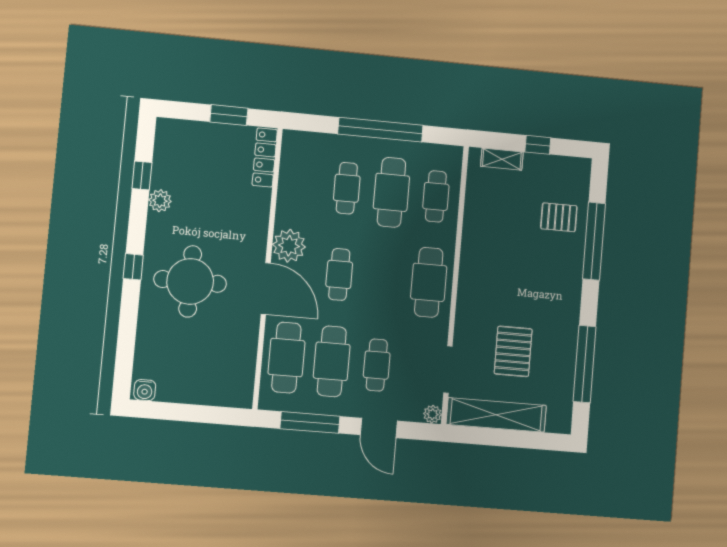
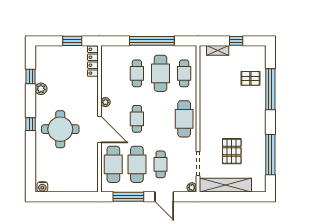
plant: (289, 246) -> (105, 102), width x0.53, depth x0.53

